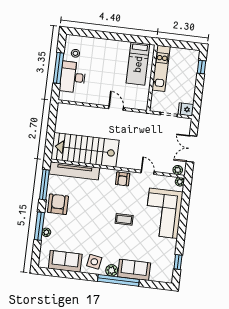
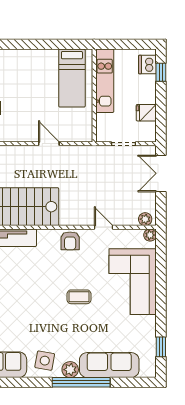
dishwasher: (193, 60) -> (147, 65), added
fridge: (186, 109) -> (146, 113), moved
double door: (192, 149) -> (161, 173), moved
sofa: (134, 270) -> (109, 365), width x1.36

